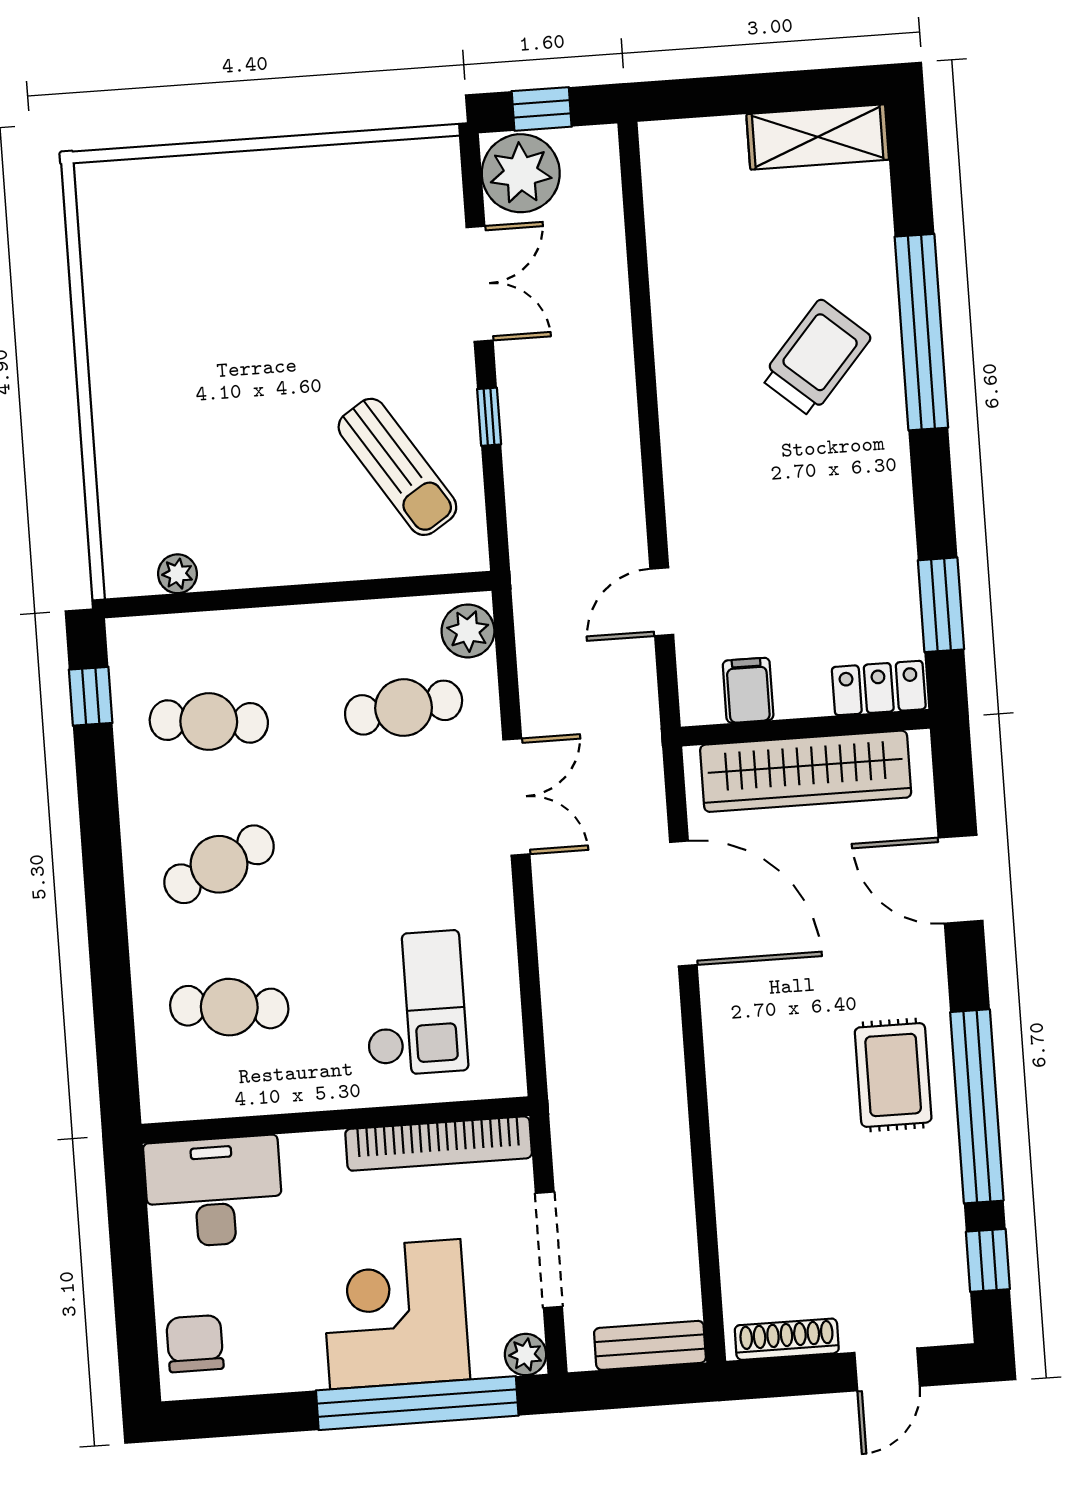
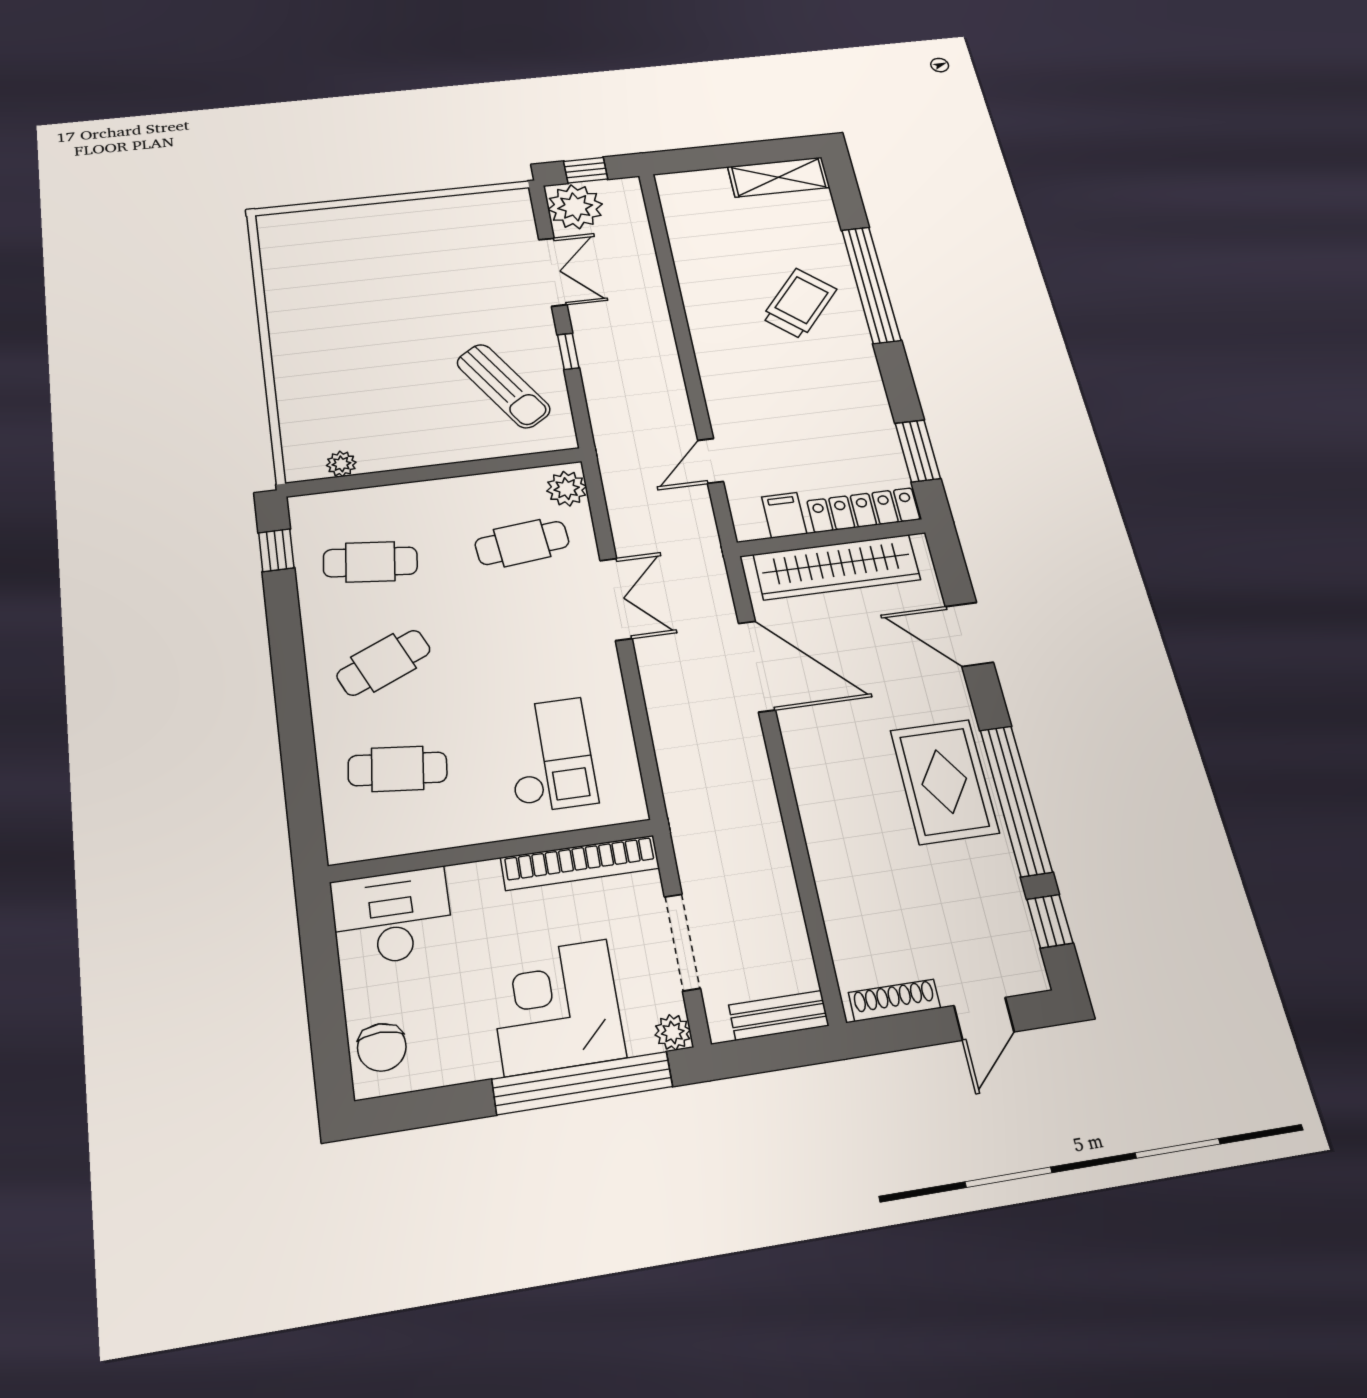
locker: (879, 688) -> (863, 510), width x1.53
rug: (893, 1075) -> (944, 781), width x1.36, depth x1.43
chair: (195, 1344) -> (382, 1047), turned 180

